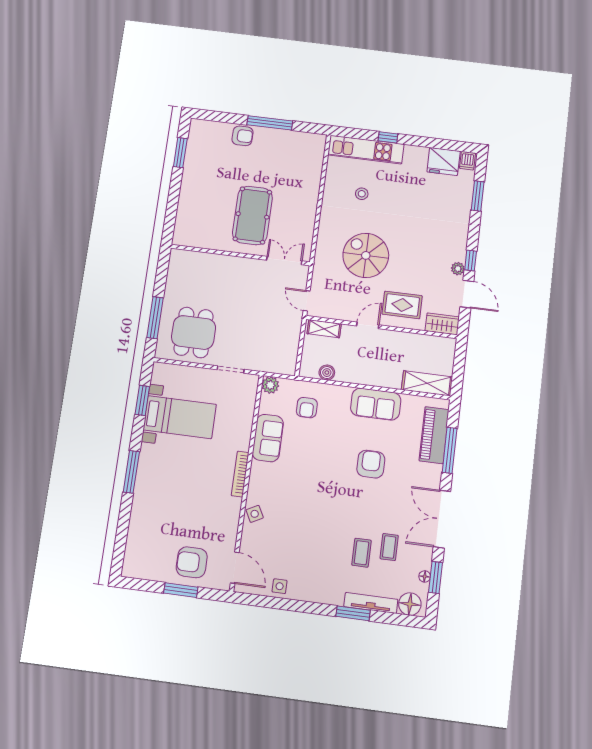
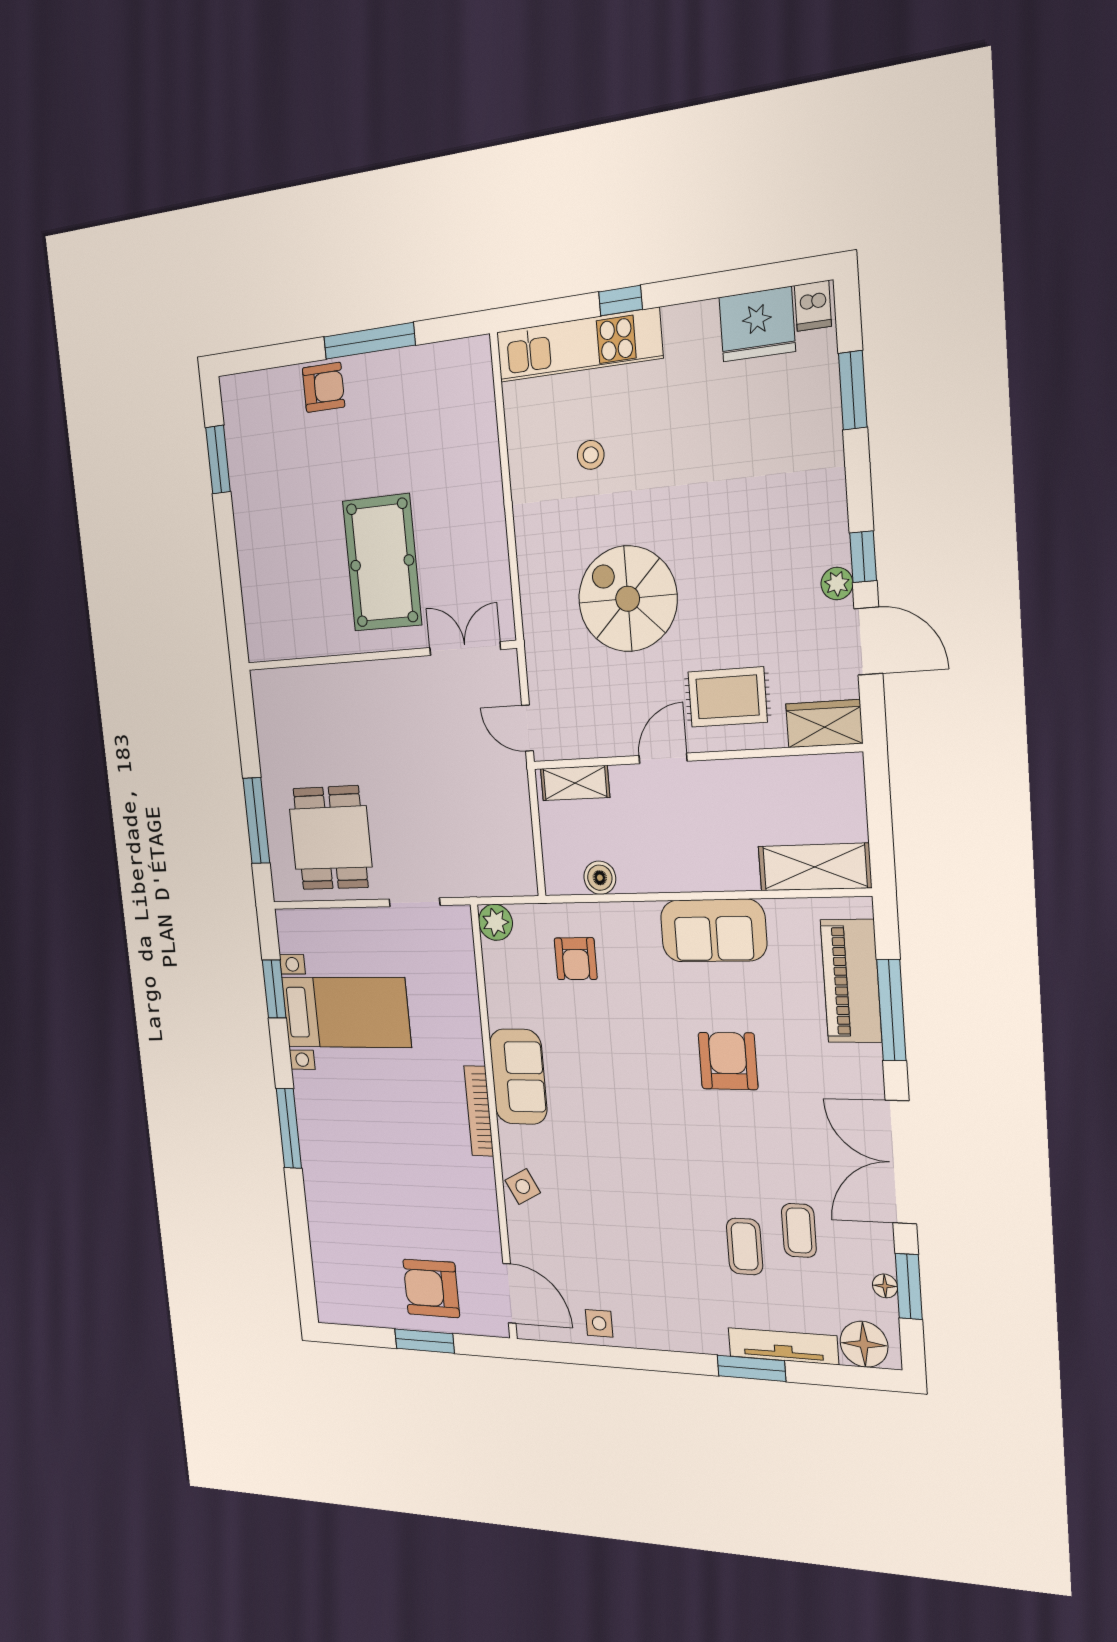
sofa: (268, 438) -> (518, 1077), moved

